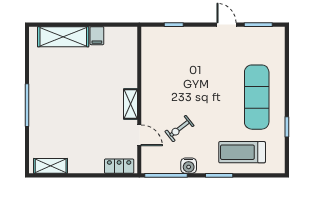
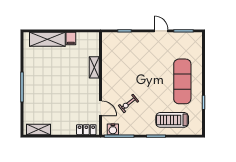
shelving: (130, 104) -> (94, 67), moved
water cooler: (189, 166) -> (113, 129), moved

